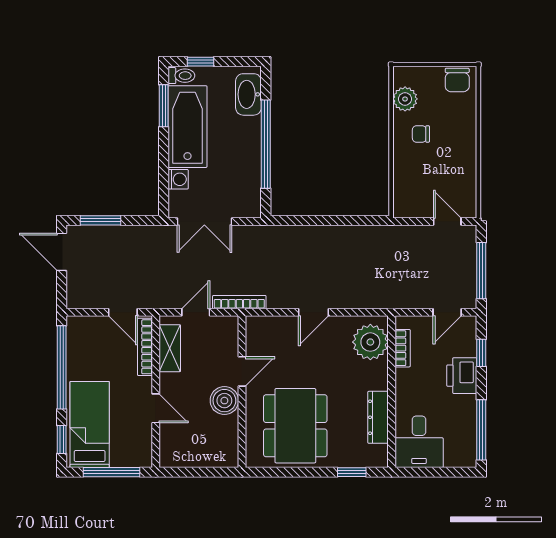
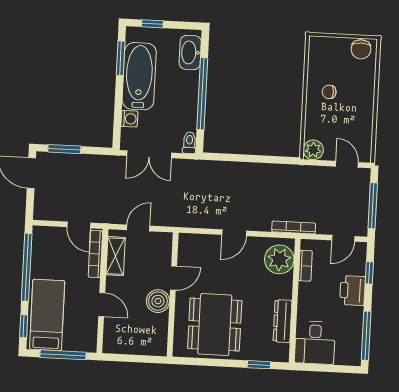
toilet: (181, 76) -> (189, 143), moved, turned -90
plant: (405, 99) -> (313, 150), moved
bookcase: (239, 302) -> (294, 227), moved

